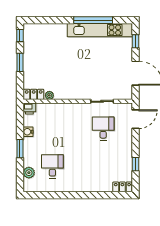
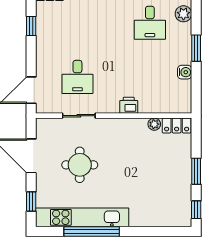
round table: (102, 67) -> (80, 165), added
printer: (29, 109) -> (129, 105), moved

